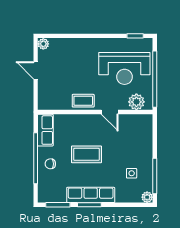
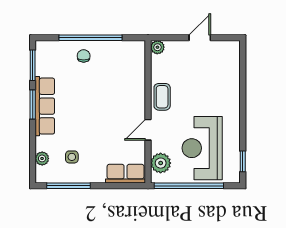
plant: (43, 44) -> (157, 47), moved
row of seats: (45, 130) -> (126, 174), moved, turned 180
coffee table: (86, 154) -> (95, 101), removed
plant: (147, 197) -> (42, 158), moved

